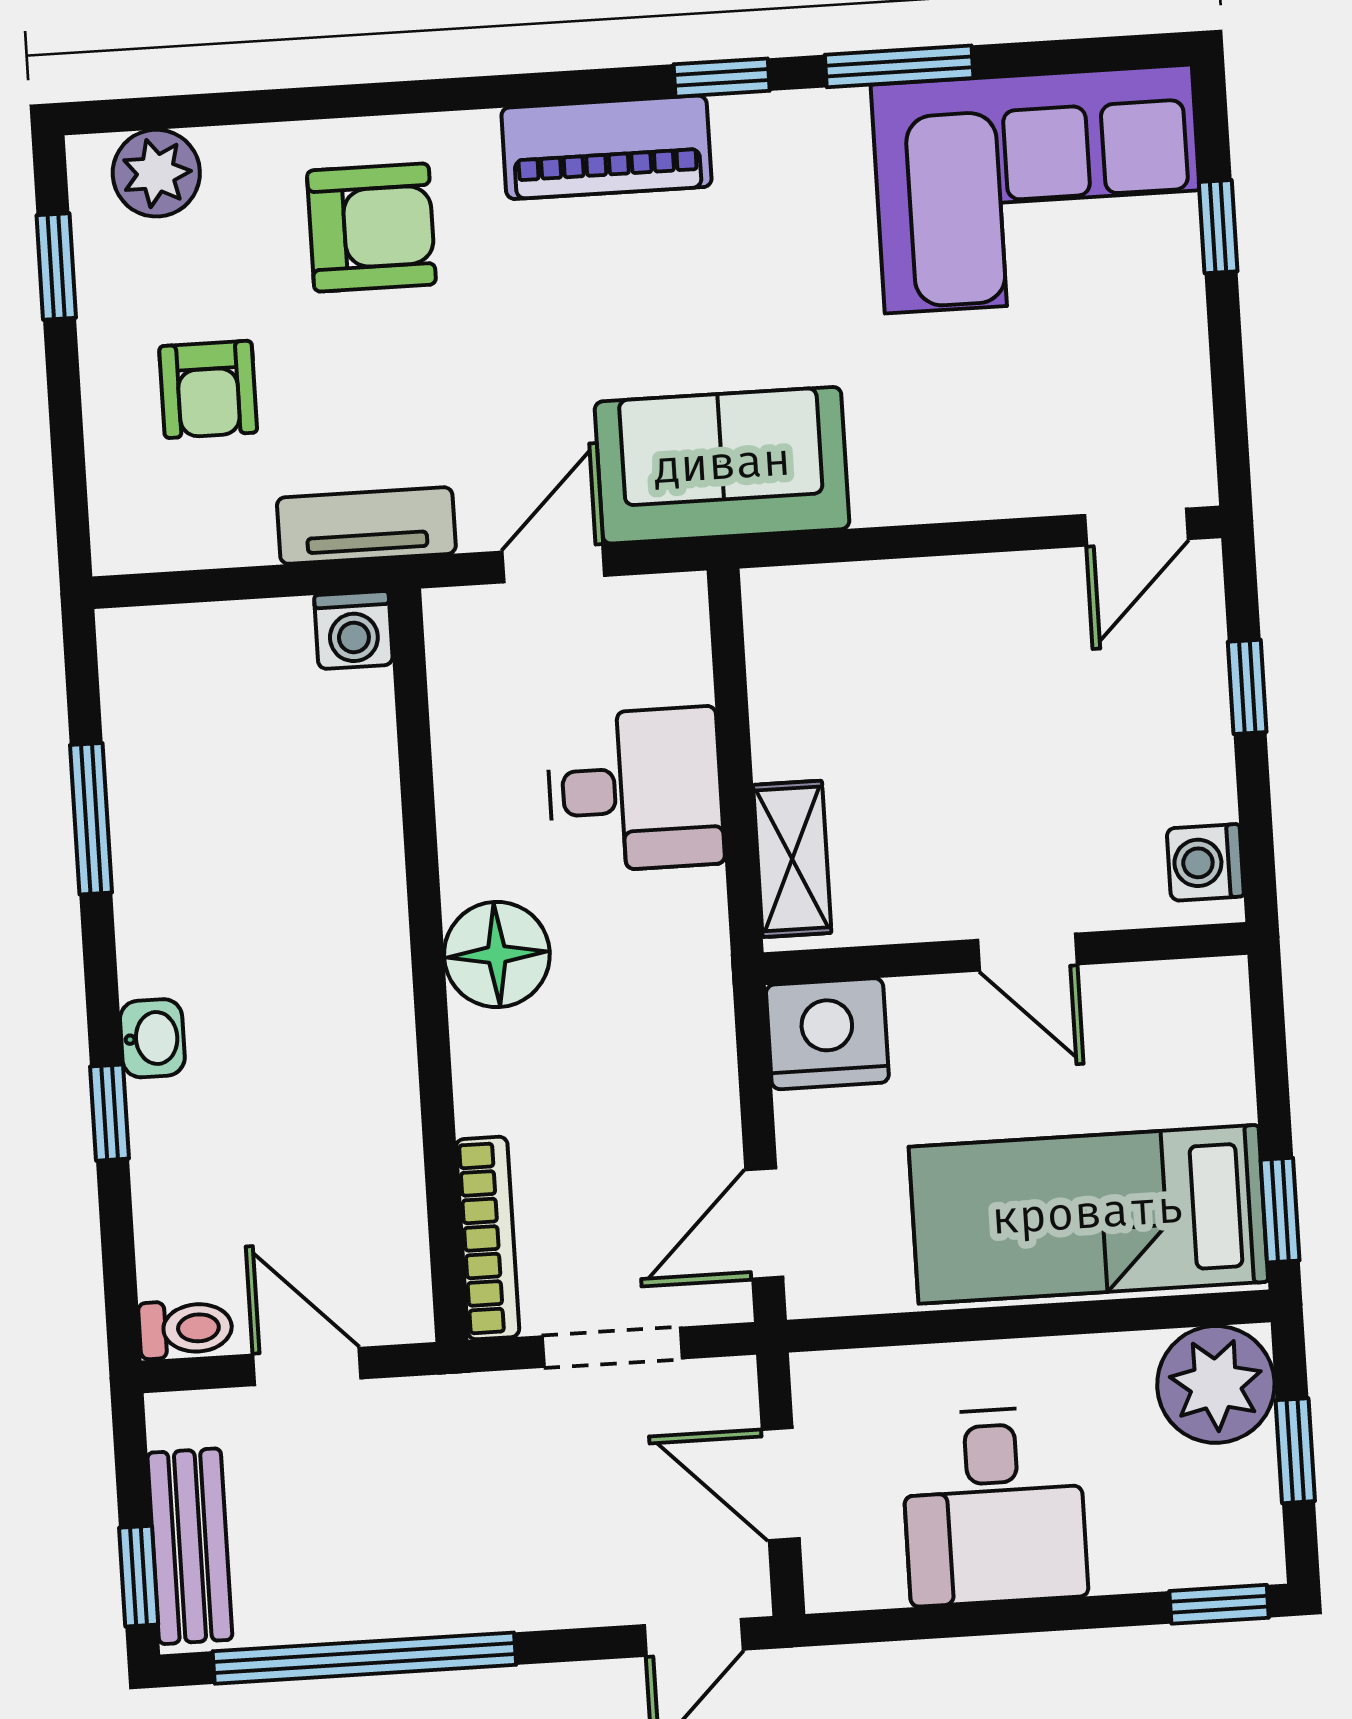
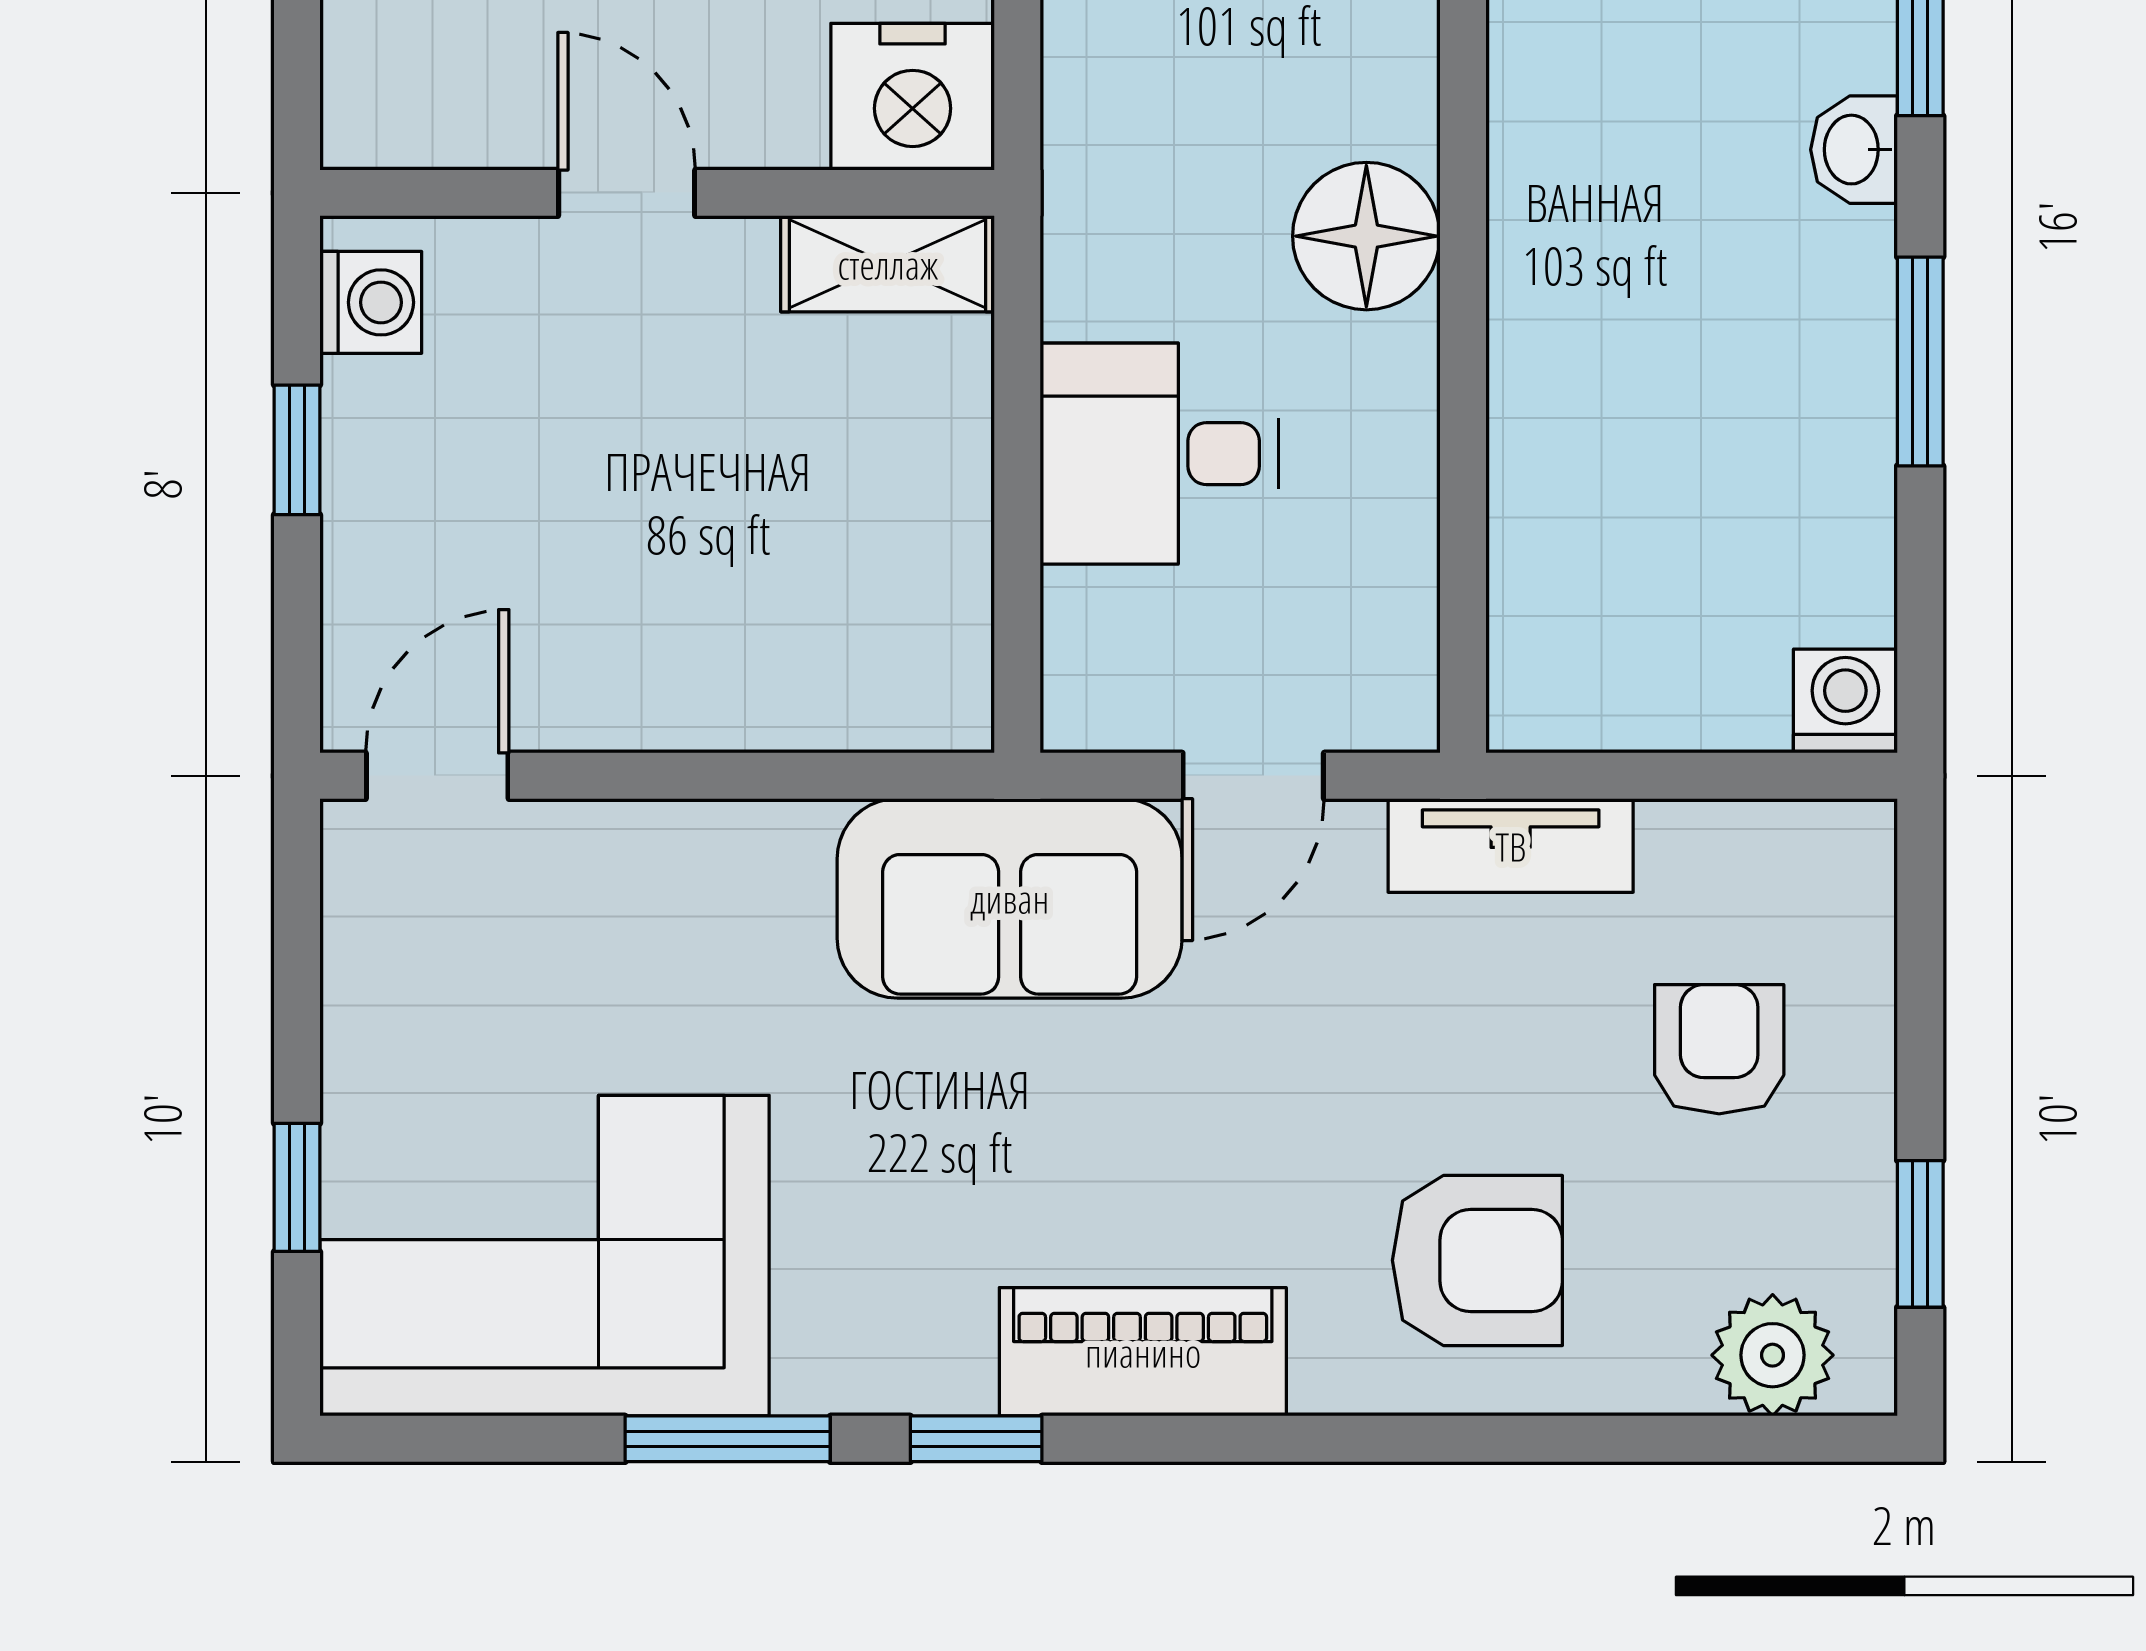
armchair: (371, 228) -> (1477, 1260), turned 180
washing machine: (353, 630) -> (1845, 701), moved
window: (1247, 687) -> (297, 450), moved
window: (91, 819) -> (1920, 361), moved
shelving: (792, 859) -> (888, 264), moved, turned 90

